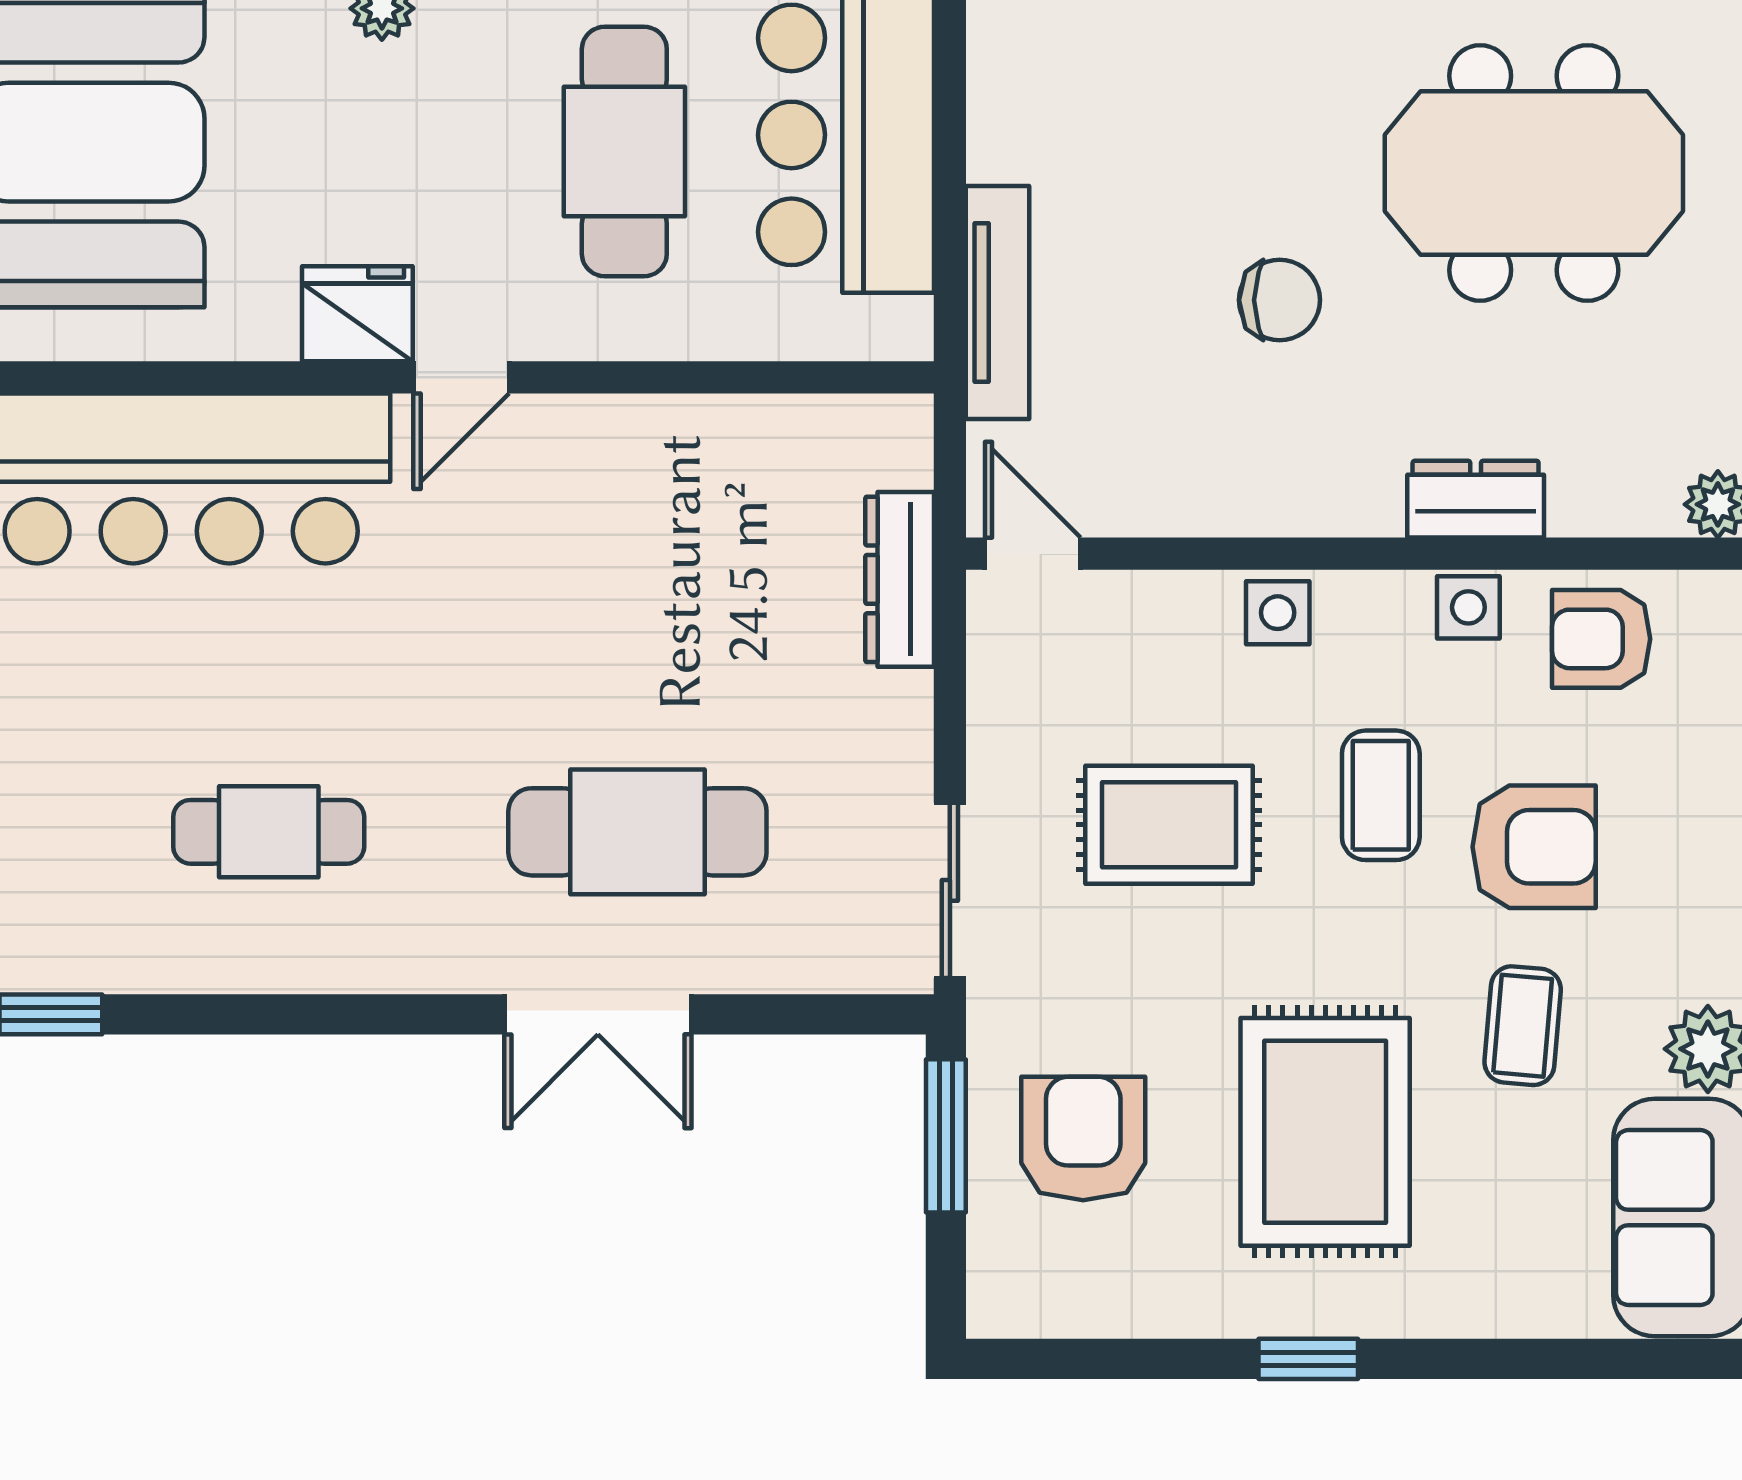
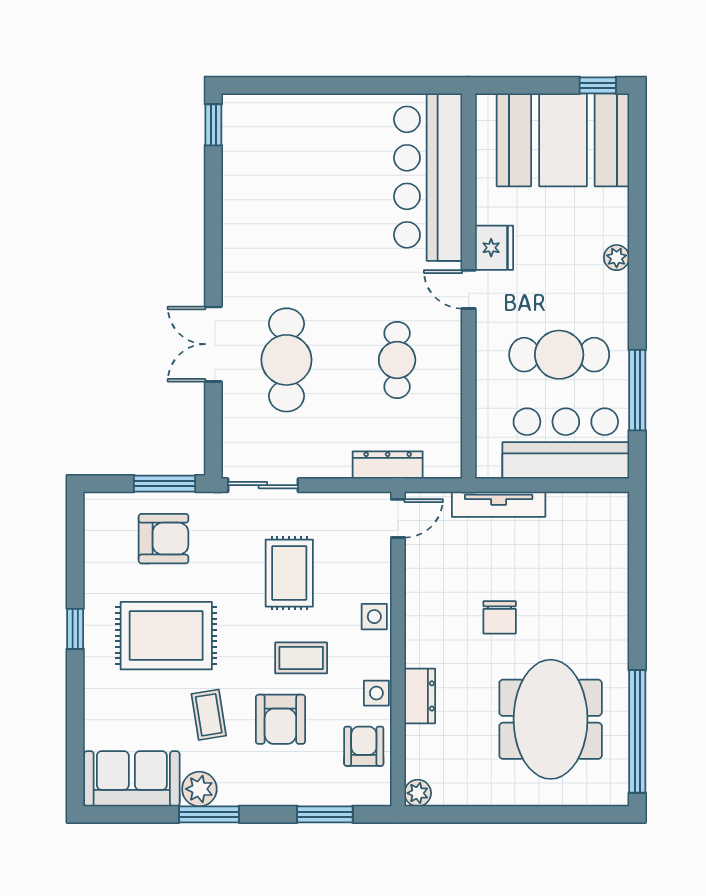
cafe table: (269, 832) -> (397, 360), moved
coffee table: (1523, 1026) -> (209, 715), turned 76

